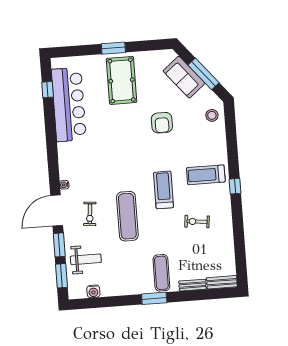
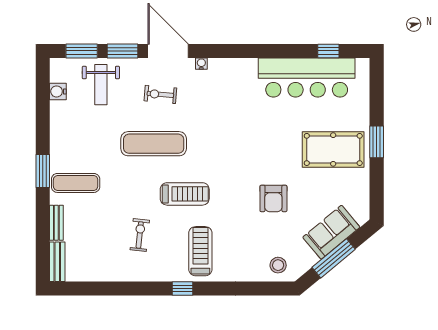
armchair: (162, 123) -> (273, 198), turned -90

